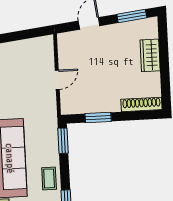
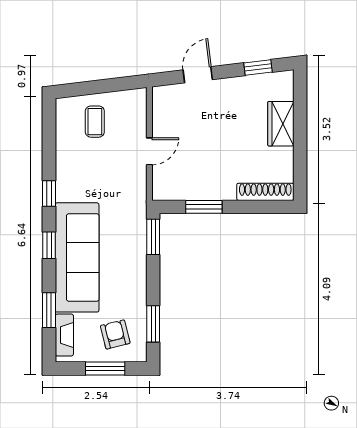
window: (132, 16) -> (258, 67), width x0.67
coffee table: (49, 178) -> (95, 122), moved

